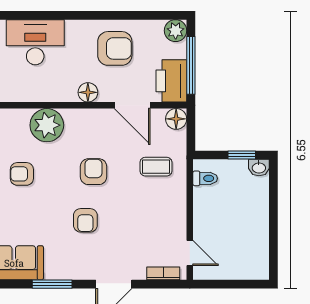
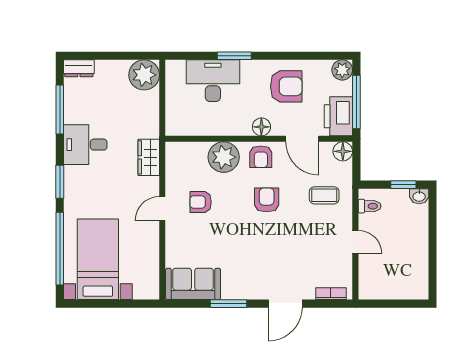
window: (58, 15) -> (234, 56), added
armchair: (85, 220) -> (261, 157), moved
door: (190, 253) -> (355, 242), moved

